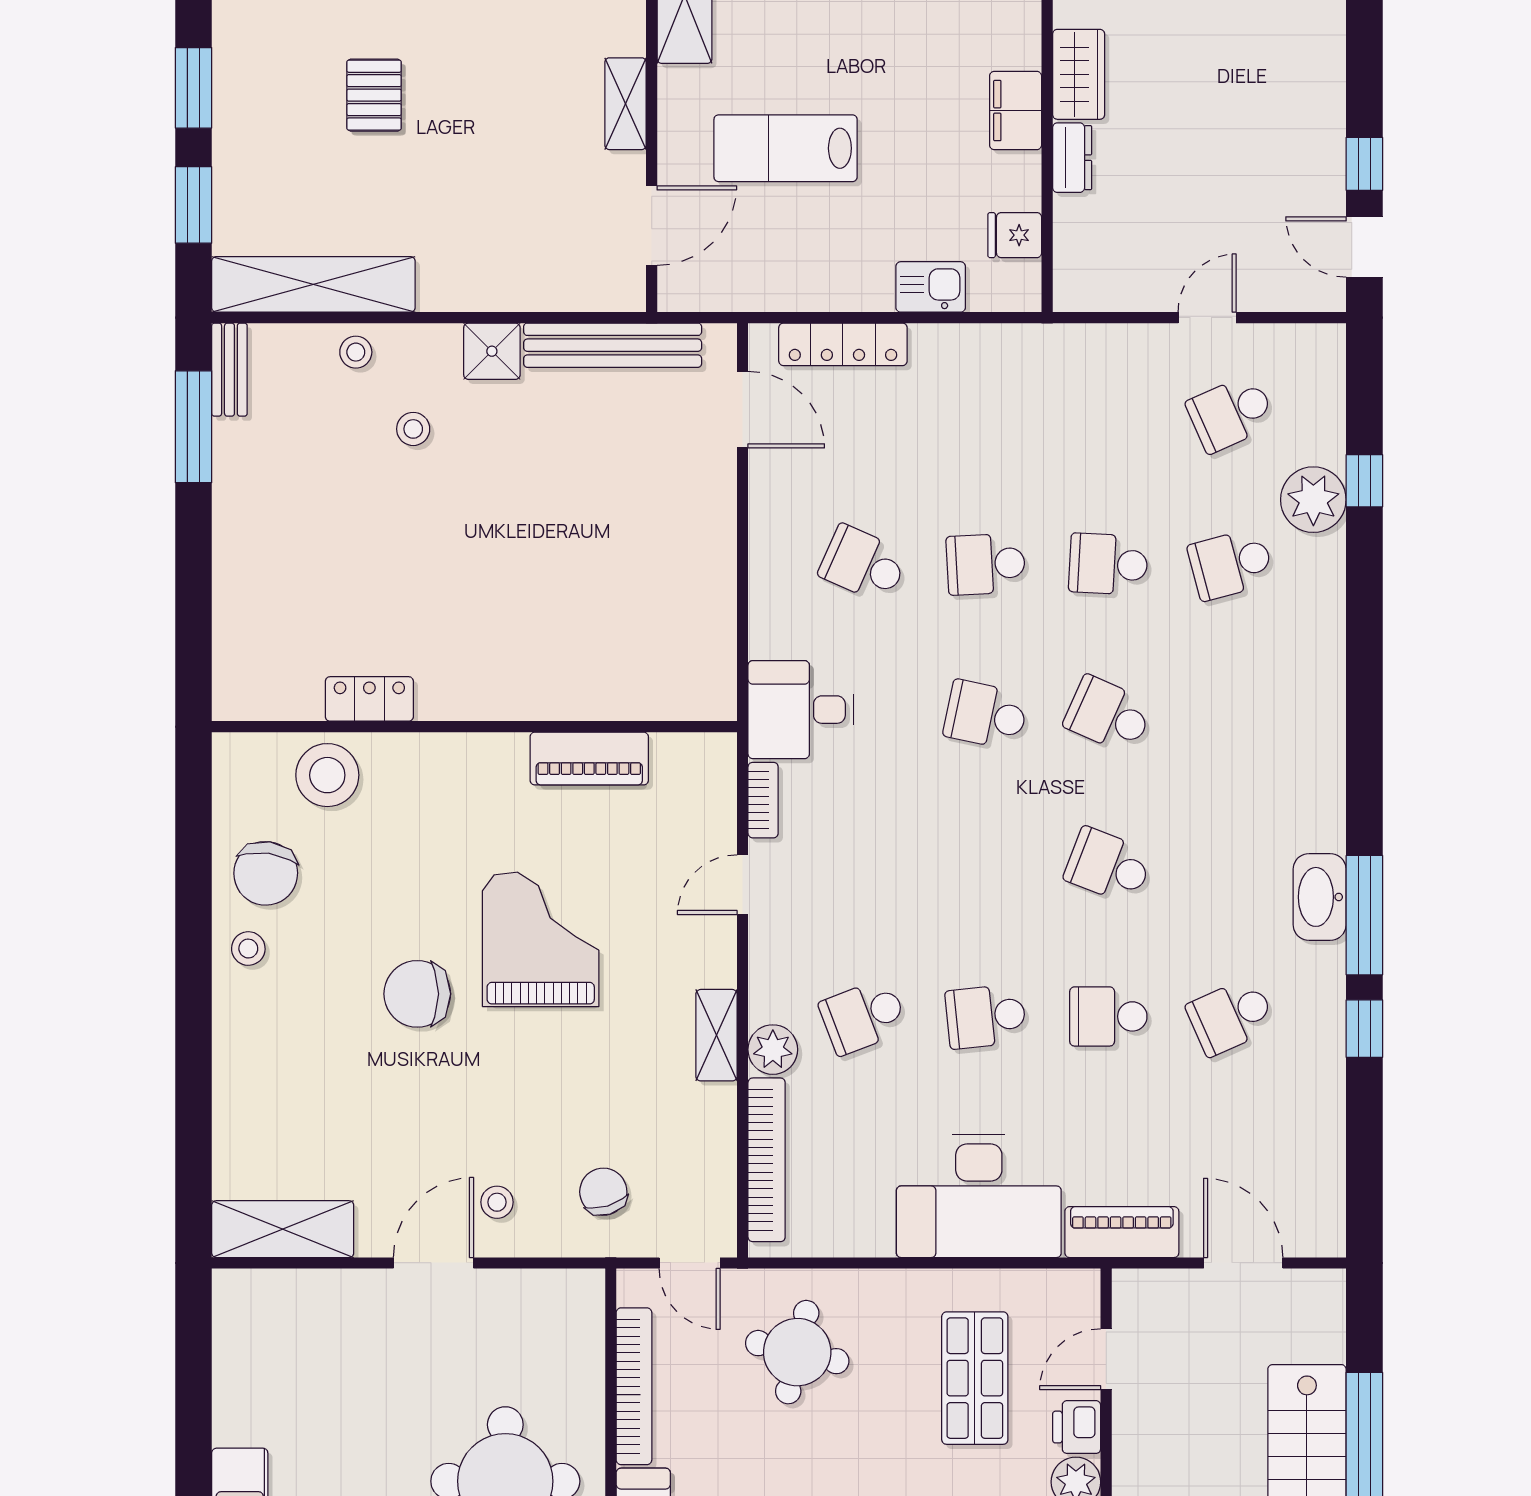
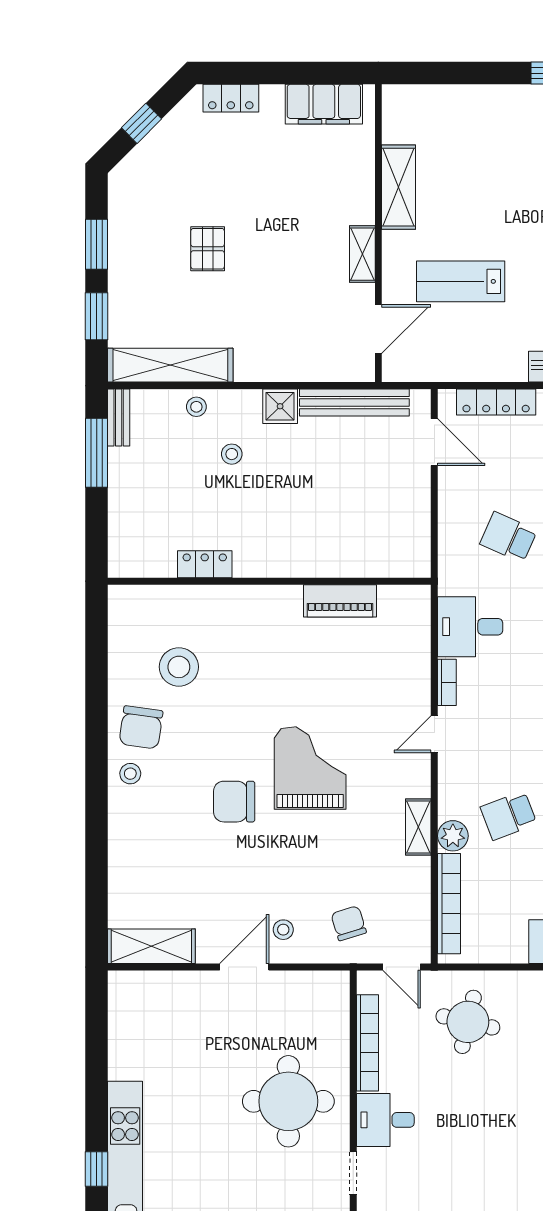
locker: (369, 699) -> (205, 564), moved
wall: (474, 727) -> (269, 581), moved
piano: (589, 759) -> (340, 601), moved

